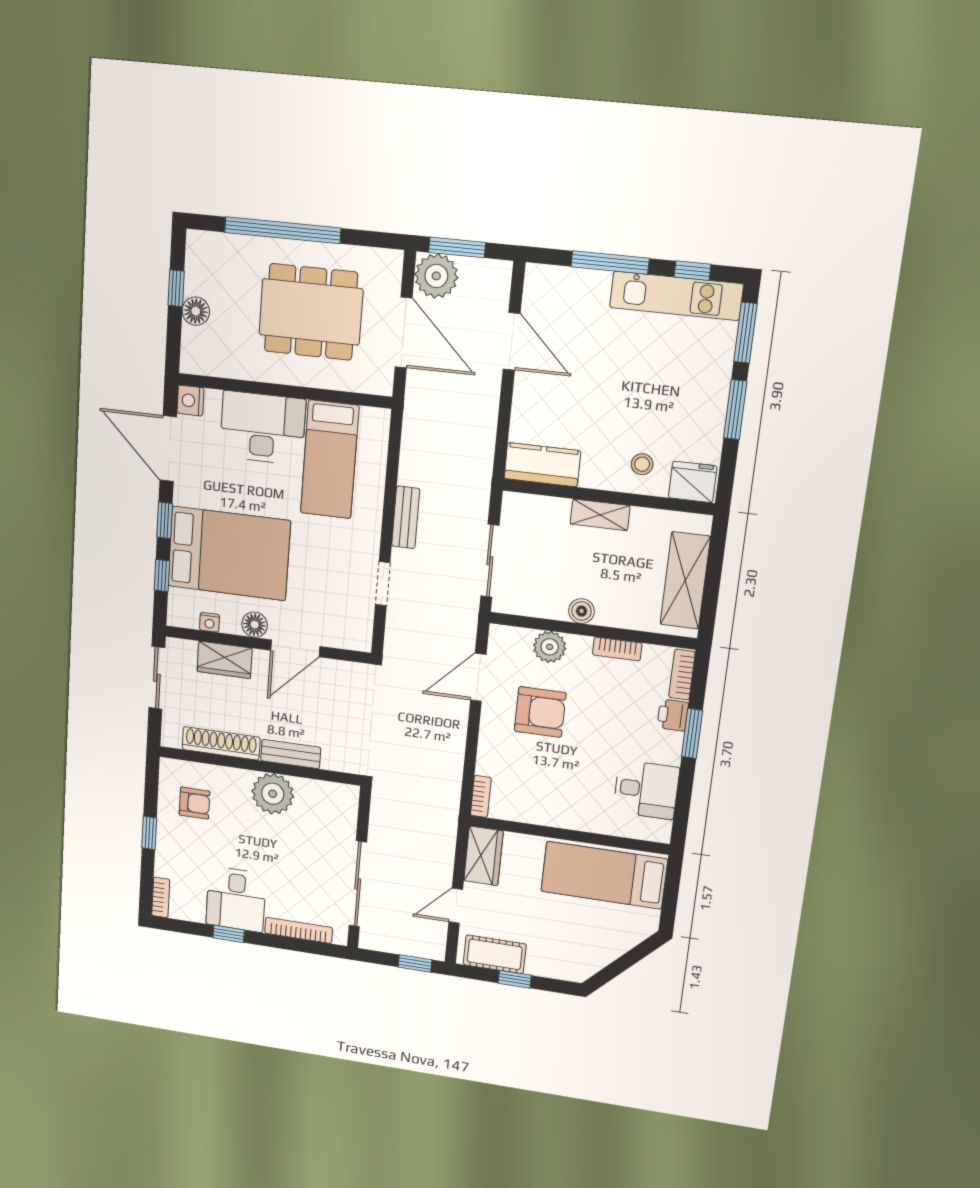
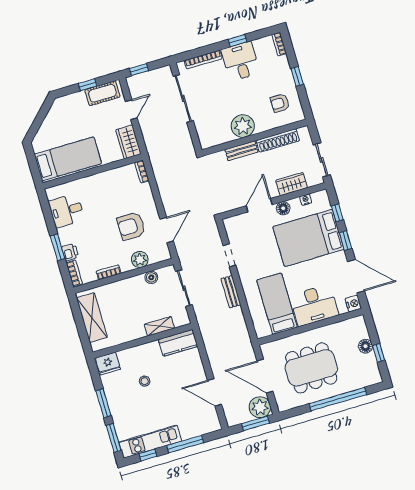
stool: (642, 464) -> (145, 381), moved
shelving: (600, 515) -> (159, 326), moved
boiler: (582, 611) -> (151, 277), moved

